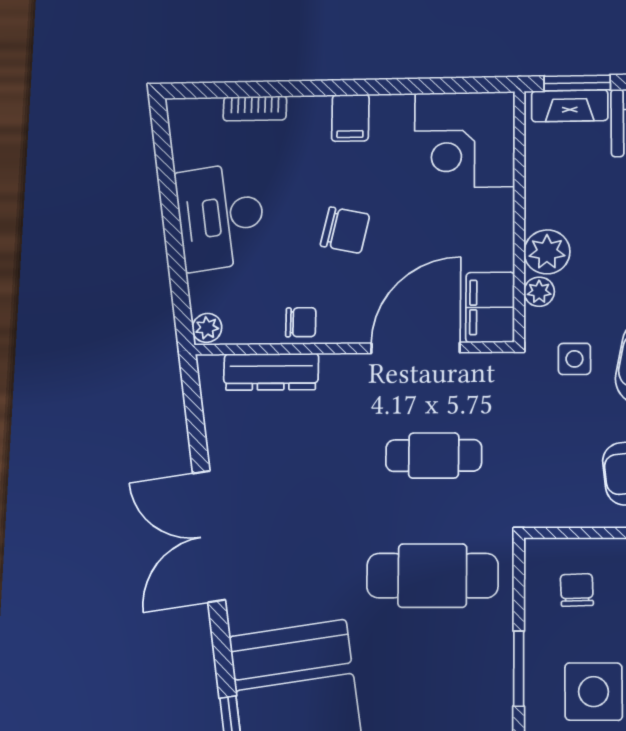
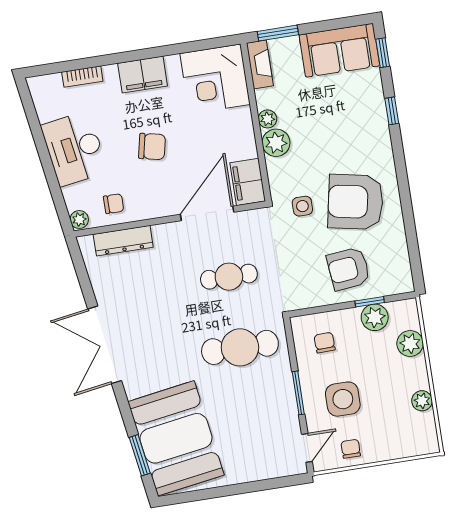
fireplace: (570, 106) -> (260, 64), moved, turned -90
filing cabinet: (350, 118) -> (143, 75), width x2.00
plant: (539, 292) -> (268, 119), moved
chair: (301, 322) -> (114, 204), moved

